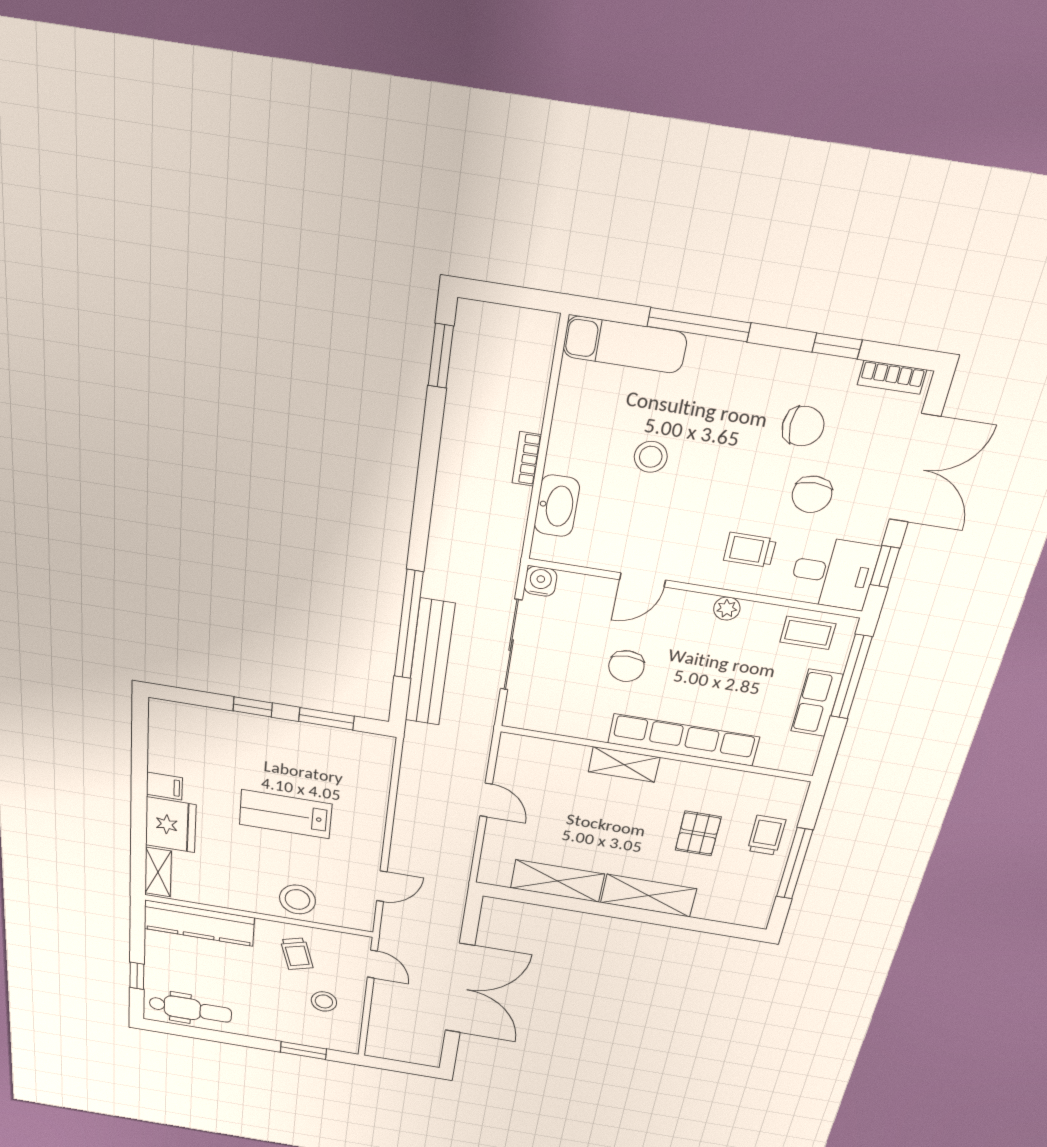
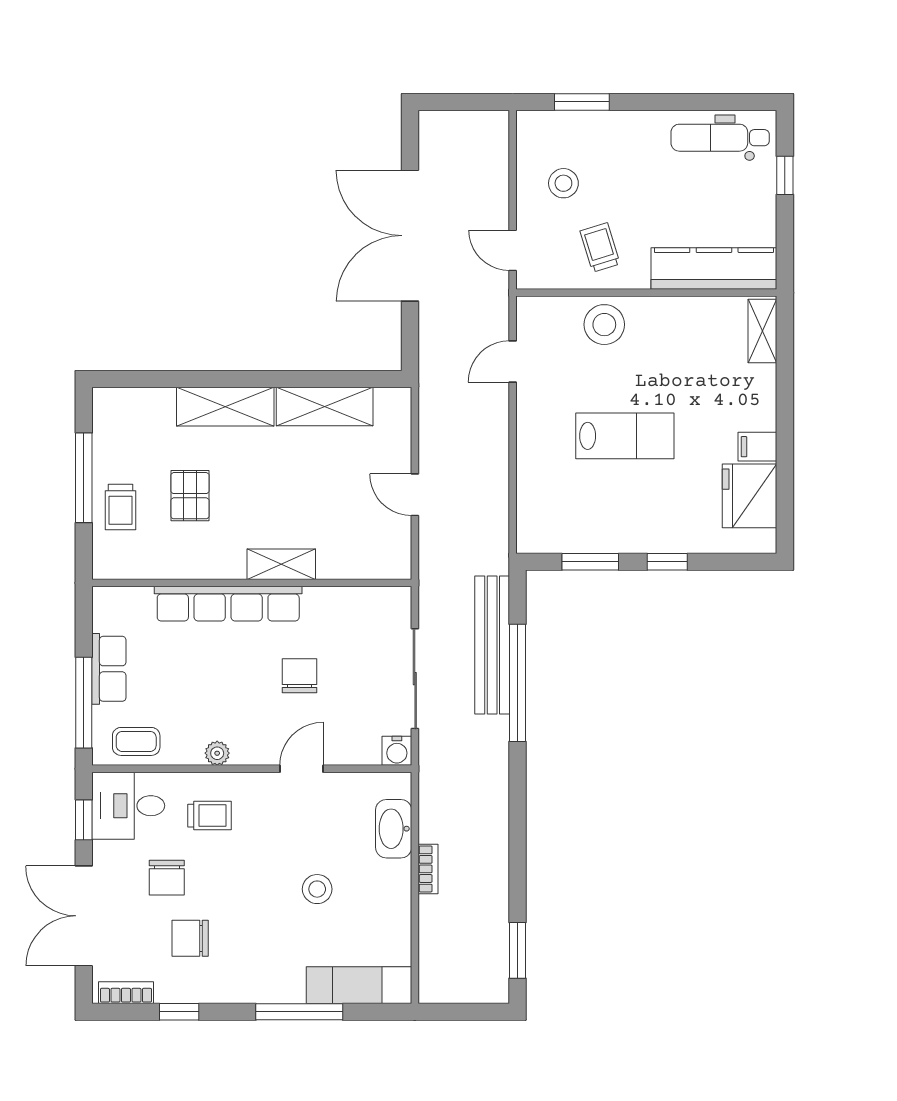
chair: (812, 494) -> (167, 878), turned 180
fridge: (171, 825) -> (750, 496), moved

